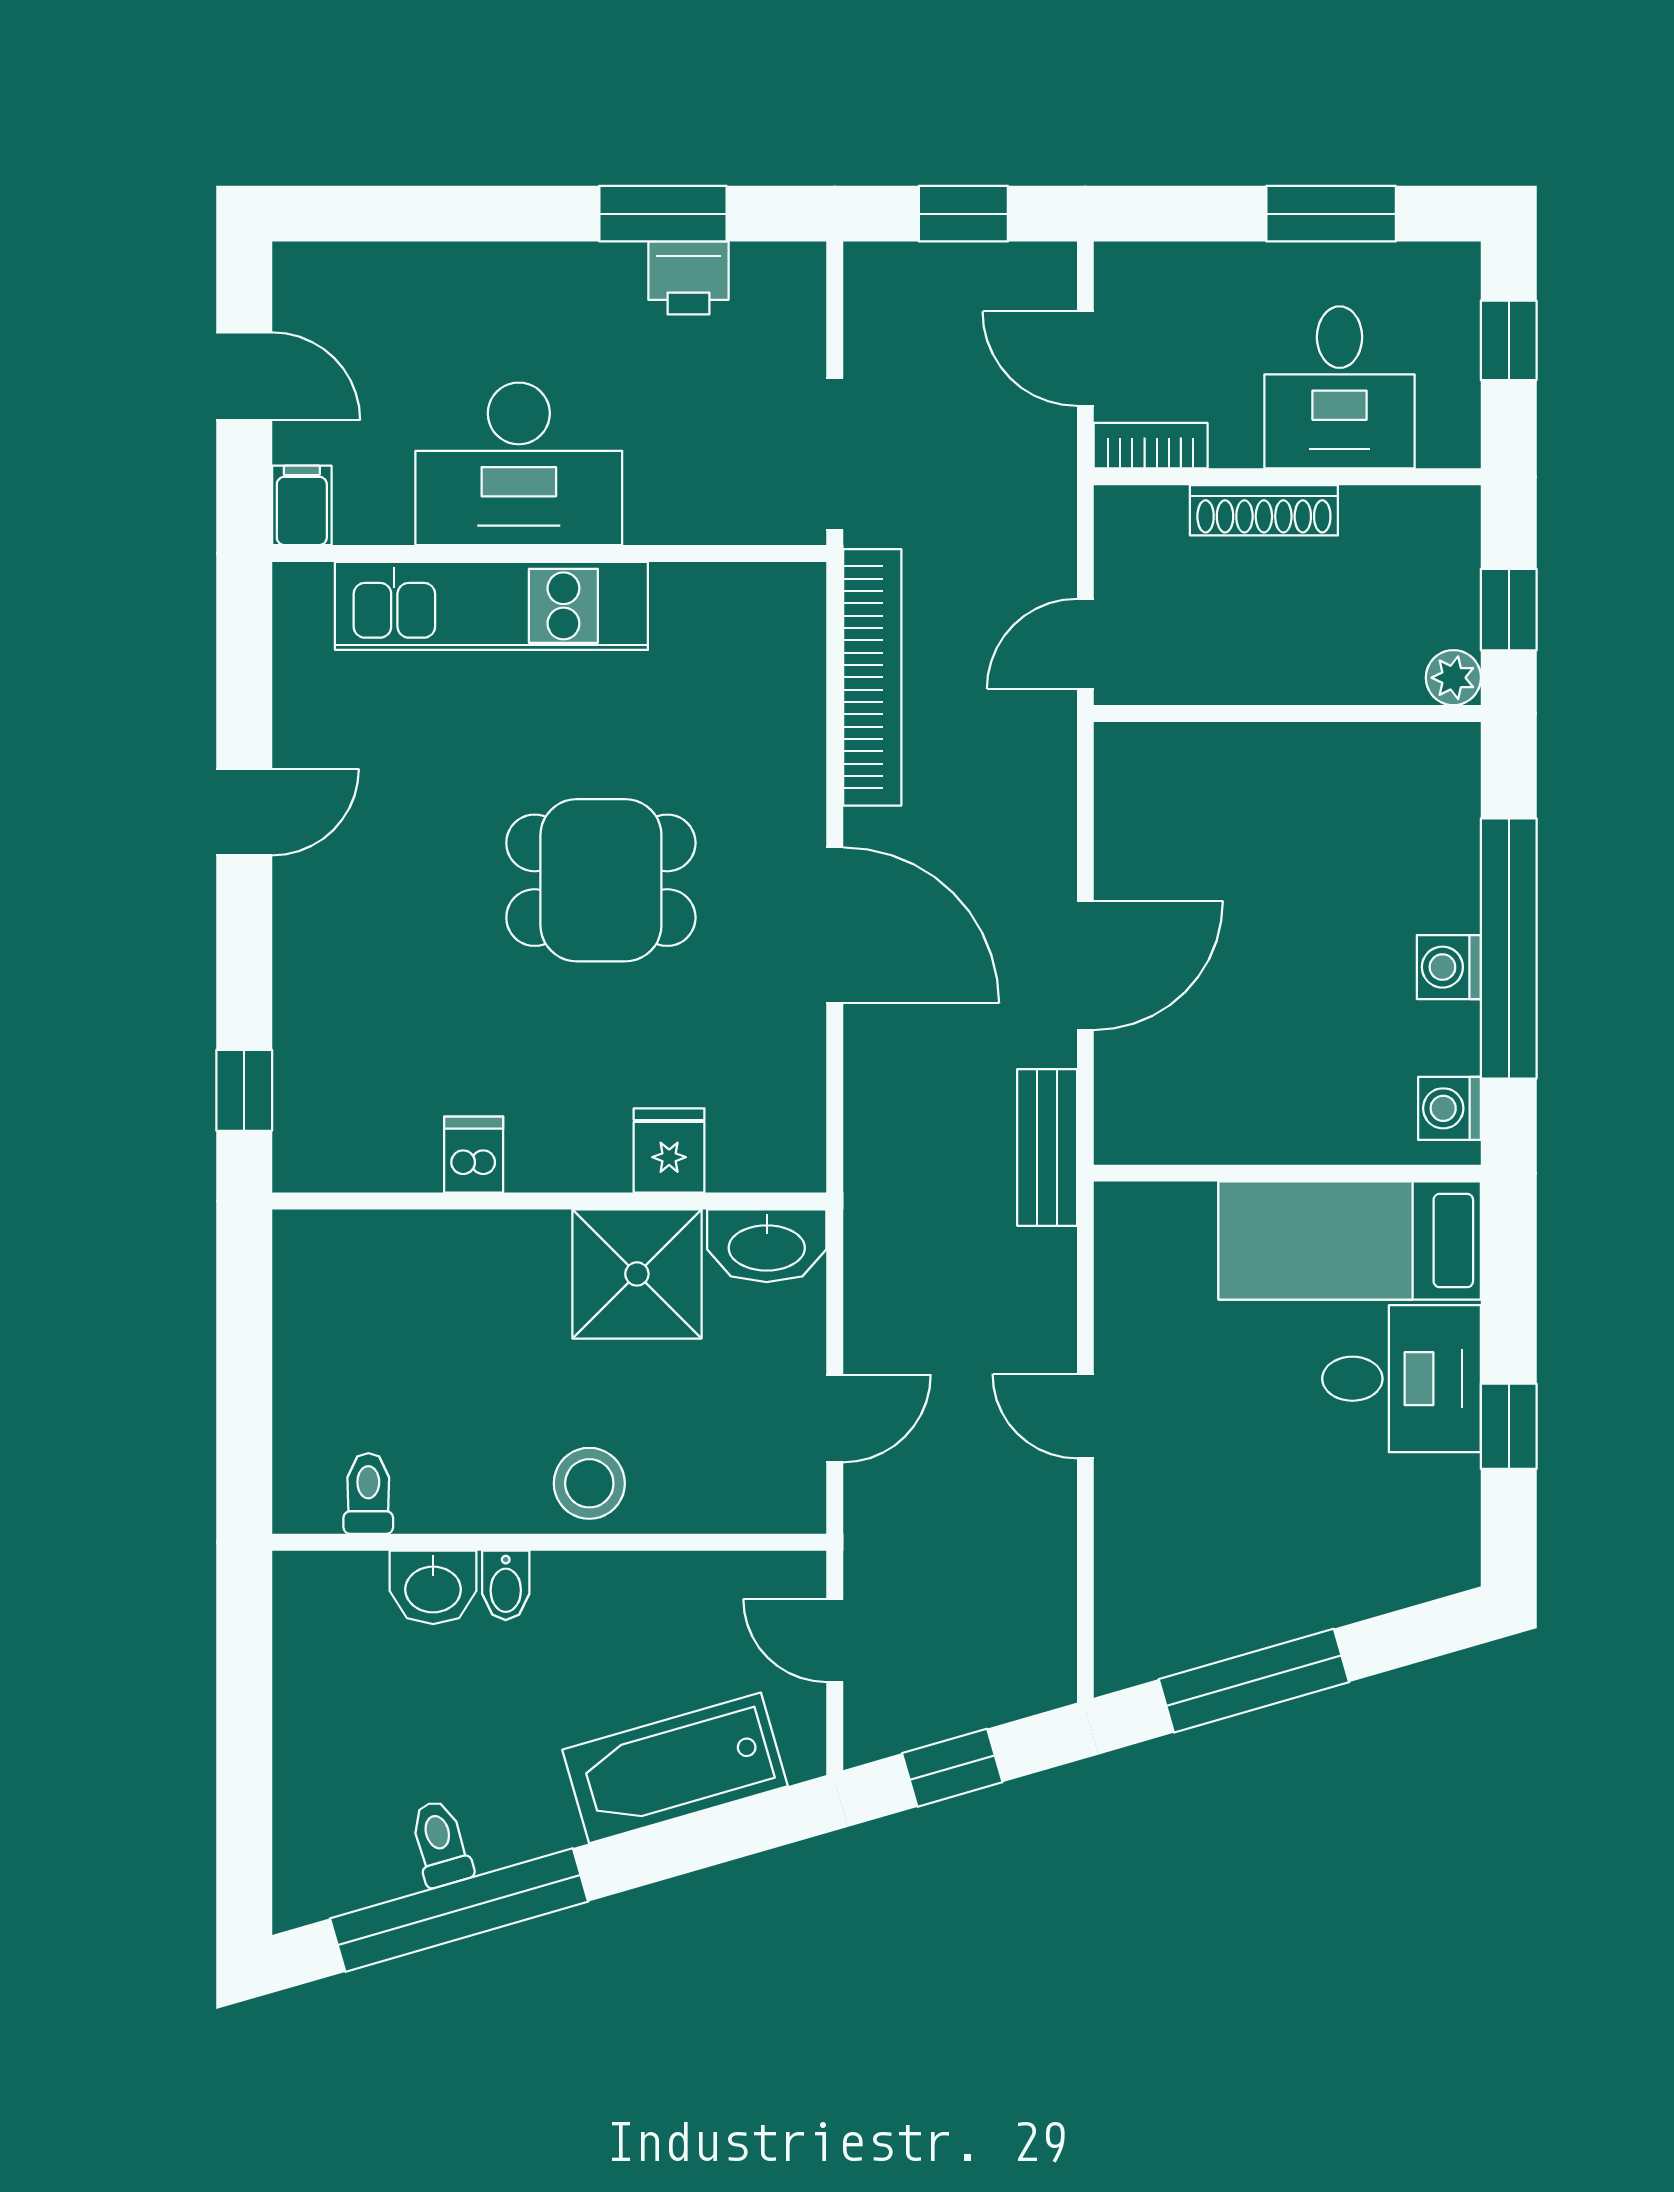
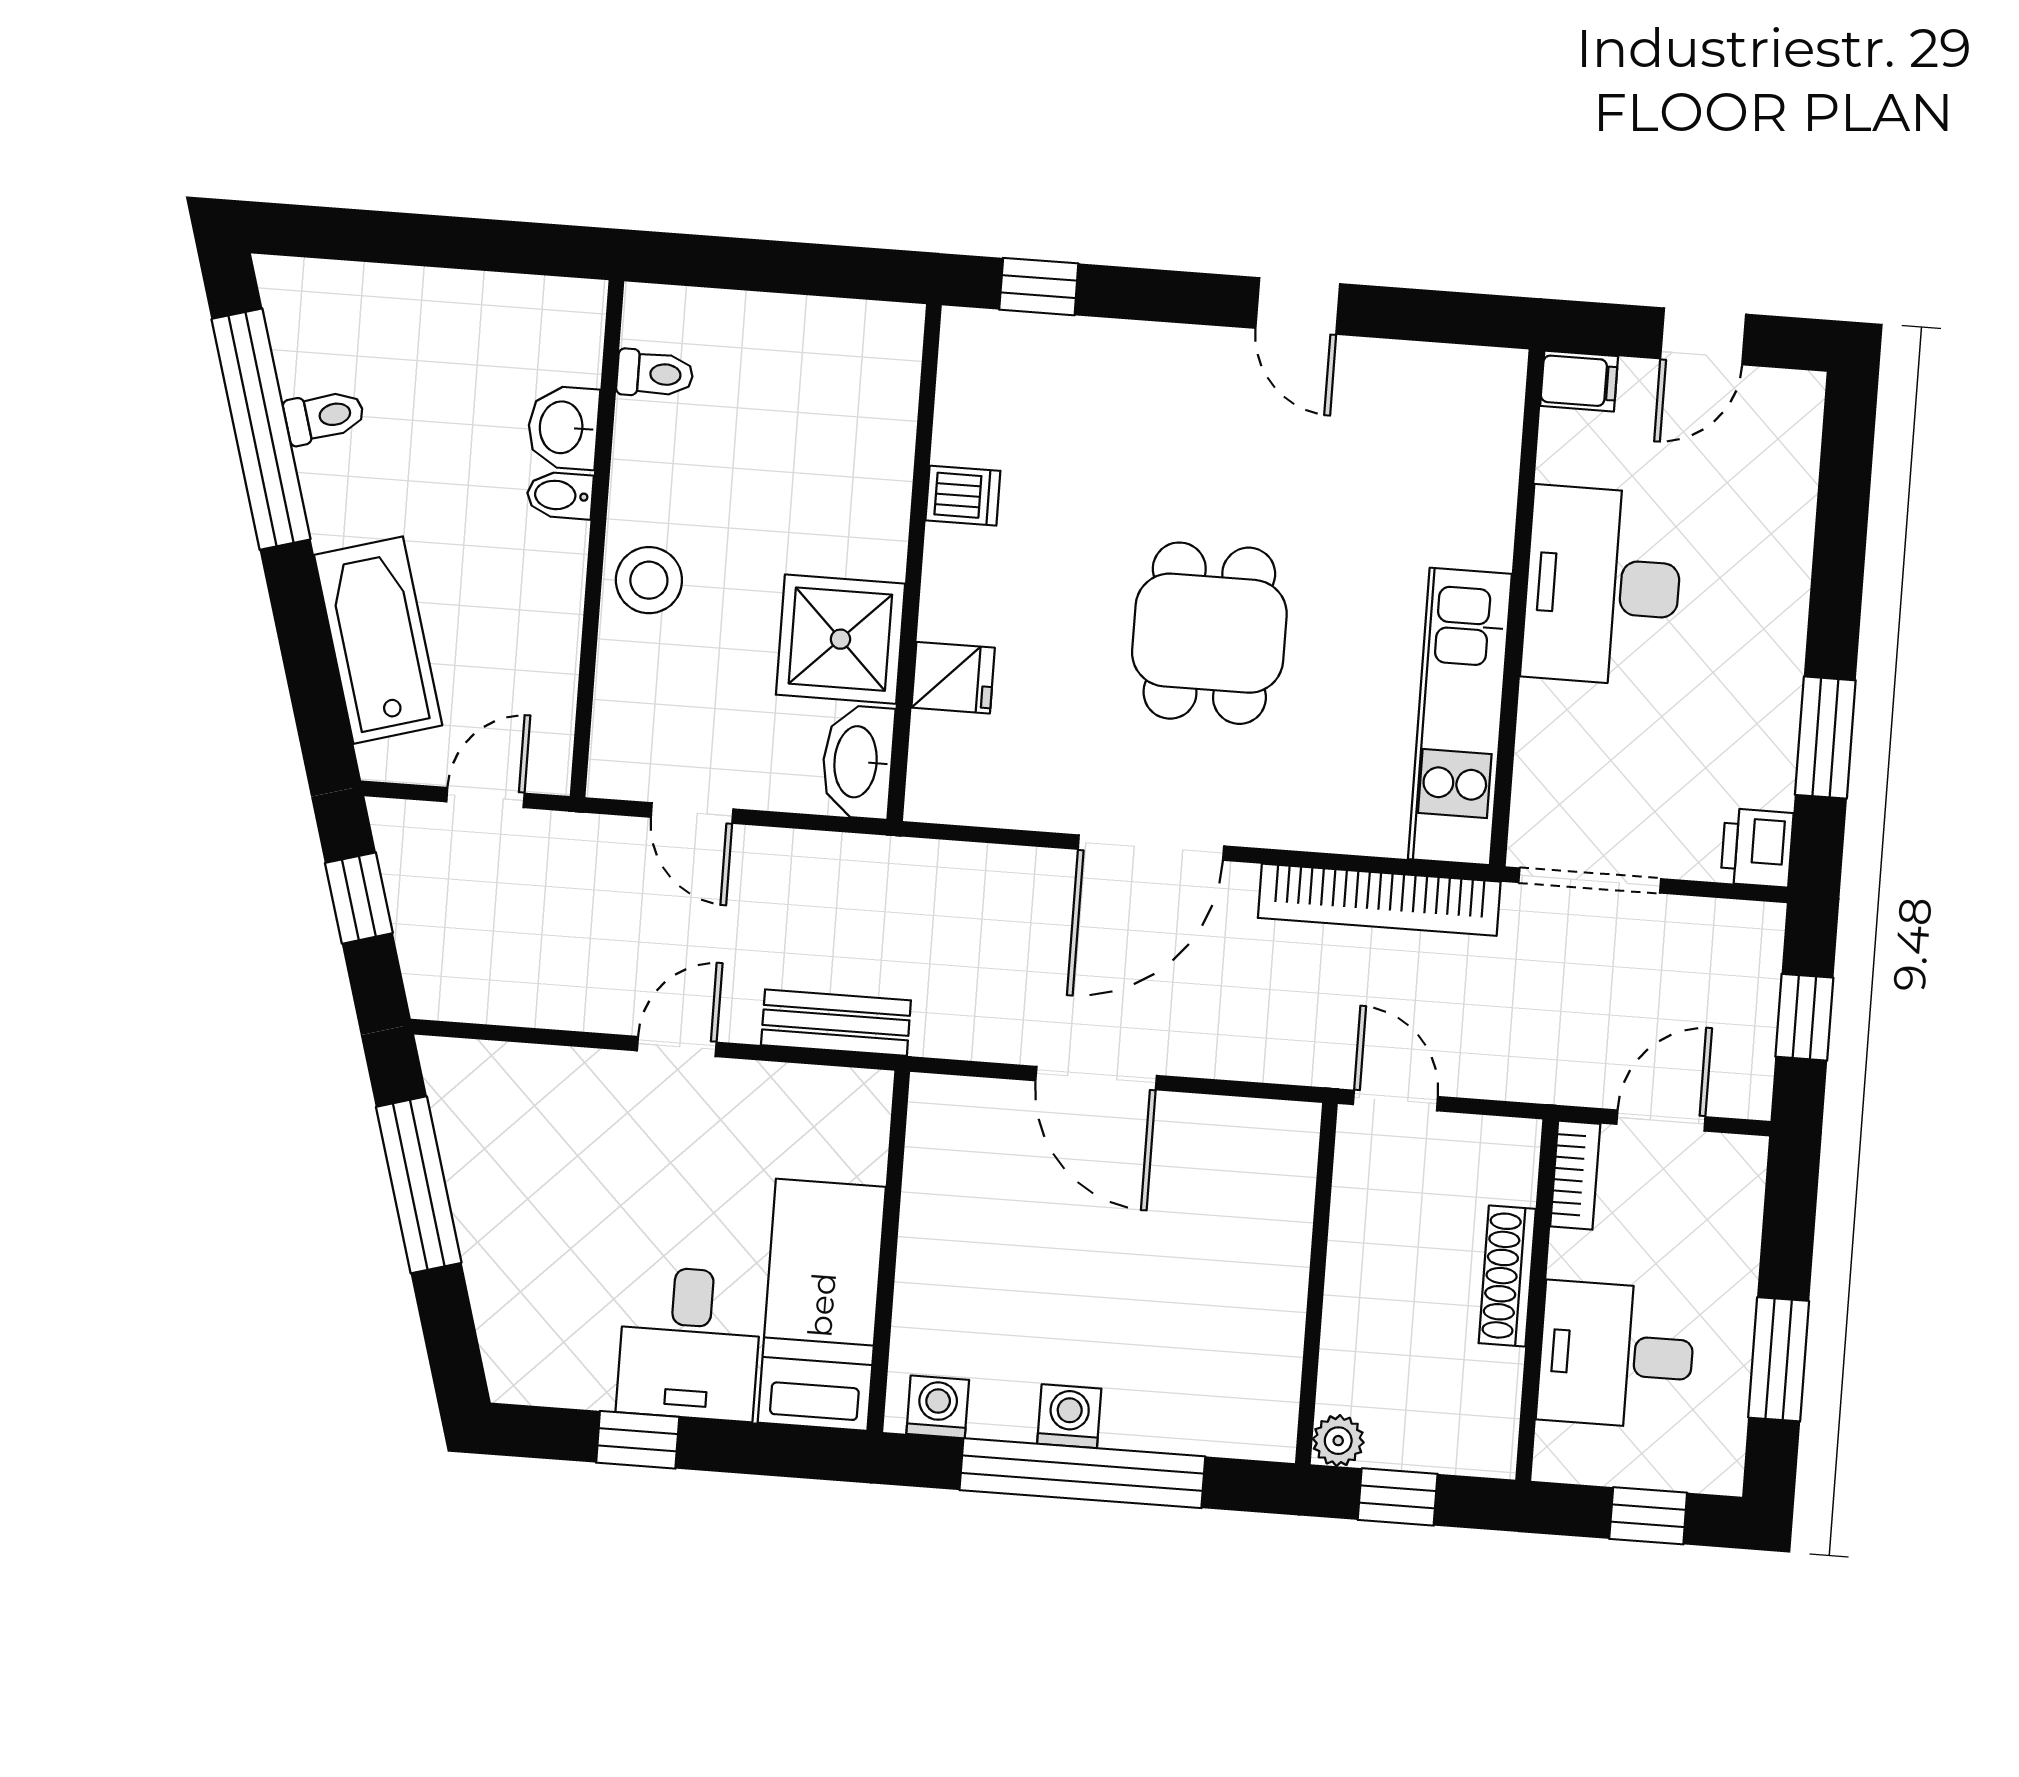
printer: (688, 278) -> (1757, 848), moved
kitchen unit: (491, 606) -> (1460, 716), moved
bench: (1047, 1147) -> (836, 1023), moved

